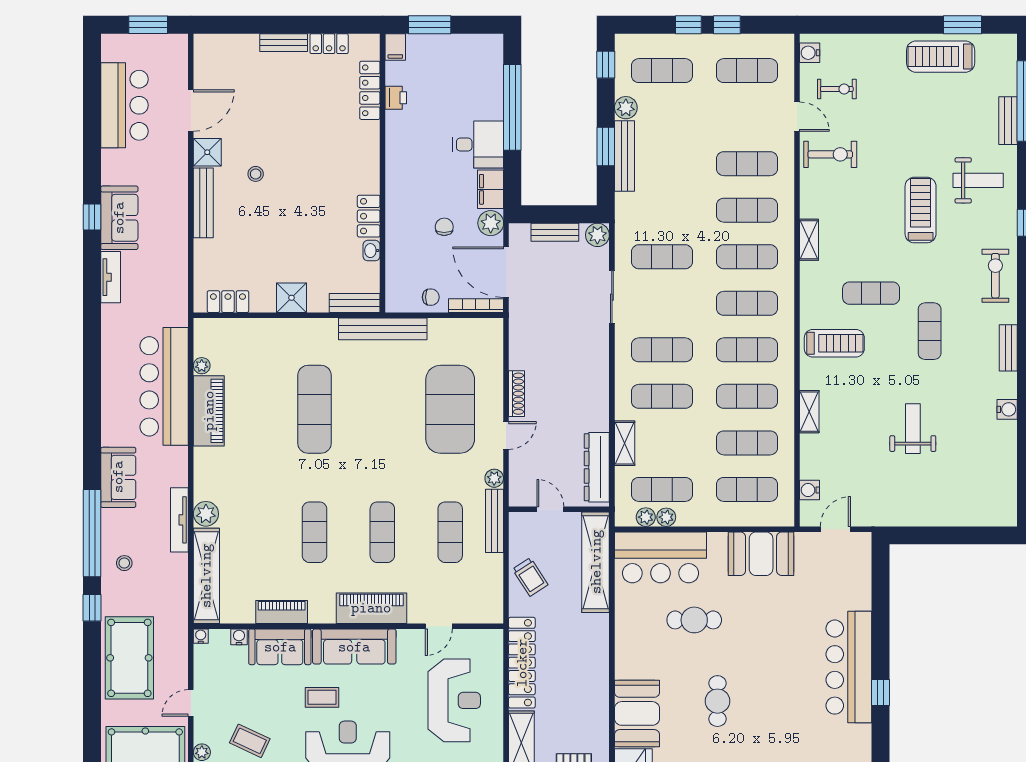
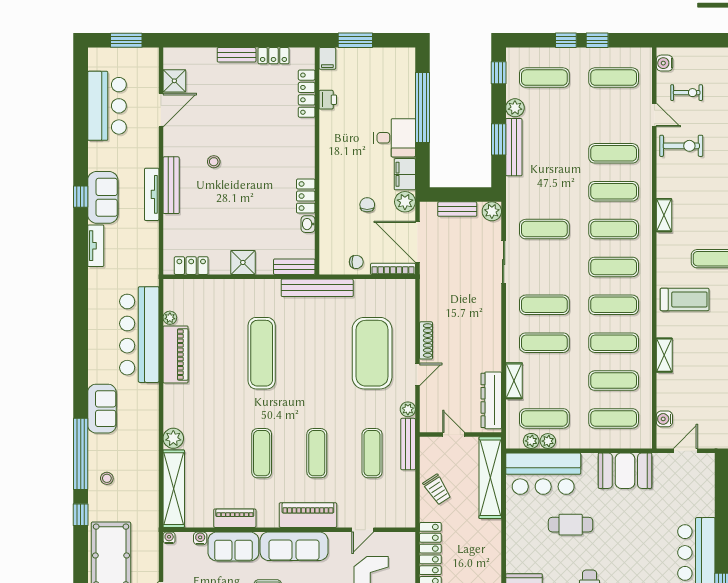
shower: (207, 152) -> (174, 81), moved
tv unit: (179, 520) -> (152, 194), moved

